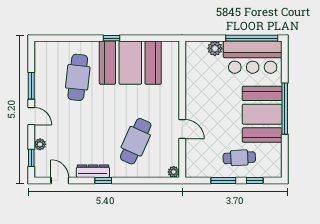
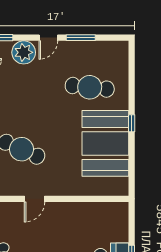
plant: (215, 48) -> (121, 234), removed
plant: (40, 144) -> (24, 52), width x1.88, depth x1.88

